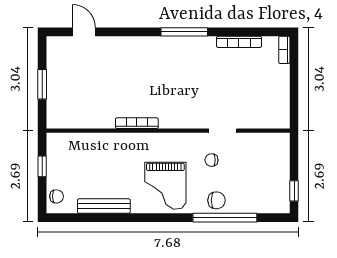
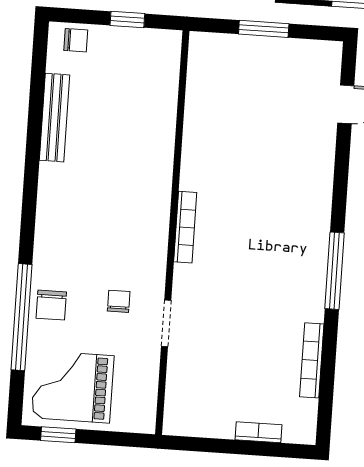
bookcase: (284, 50) -> (259, 432), moved
bookcase: (137, 123) -> (185, 227), moved
grand piano: (165, 186) -> (73, 387), moved
chair: (57, 196) -> (76, 40), turned -90

